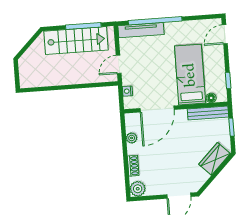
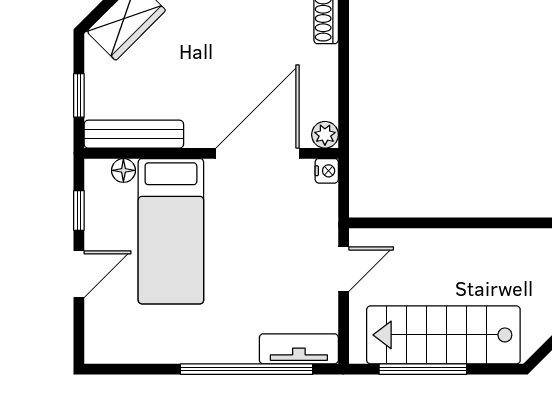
tv unit: (141, 30) -> (299, 349), width x0.71
door: (225, 34) -> (79, 274), moved
nightstand: (127, 91) -> (327, 171), moved
plant: (132, 138) -> (325, 135), moved

